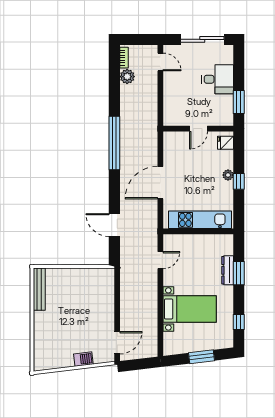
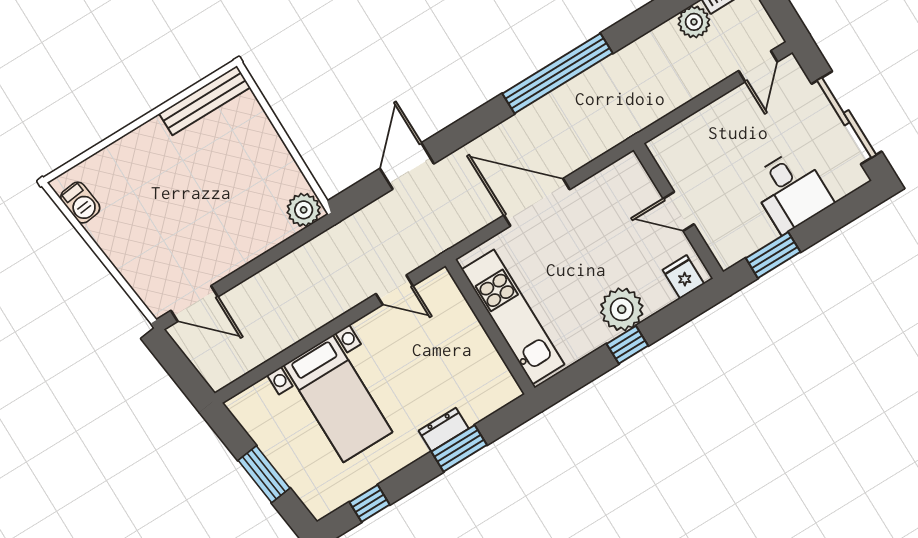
plant: (228, 175) -> (622, 309), width x1.87, depth x1.87
dresser: (228, 270) -> (444, 430), width x0.70
plant: (107, 277) -> (304, 210), added
barbecue: (83, 359) -> (80, 203), moved

